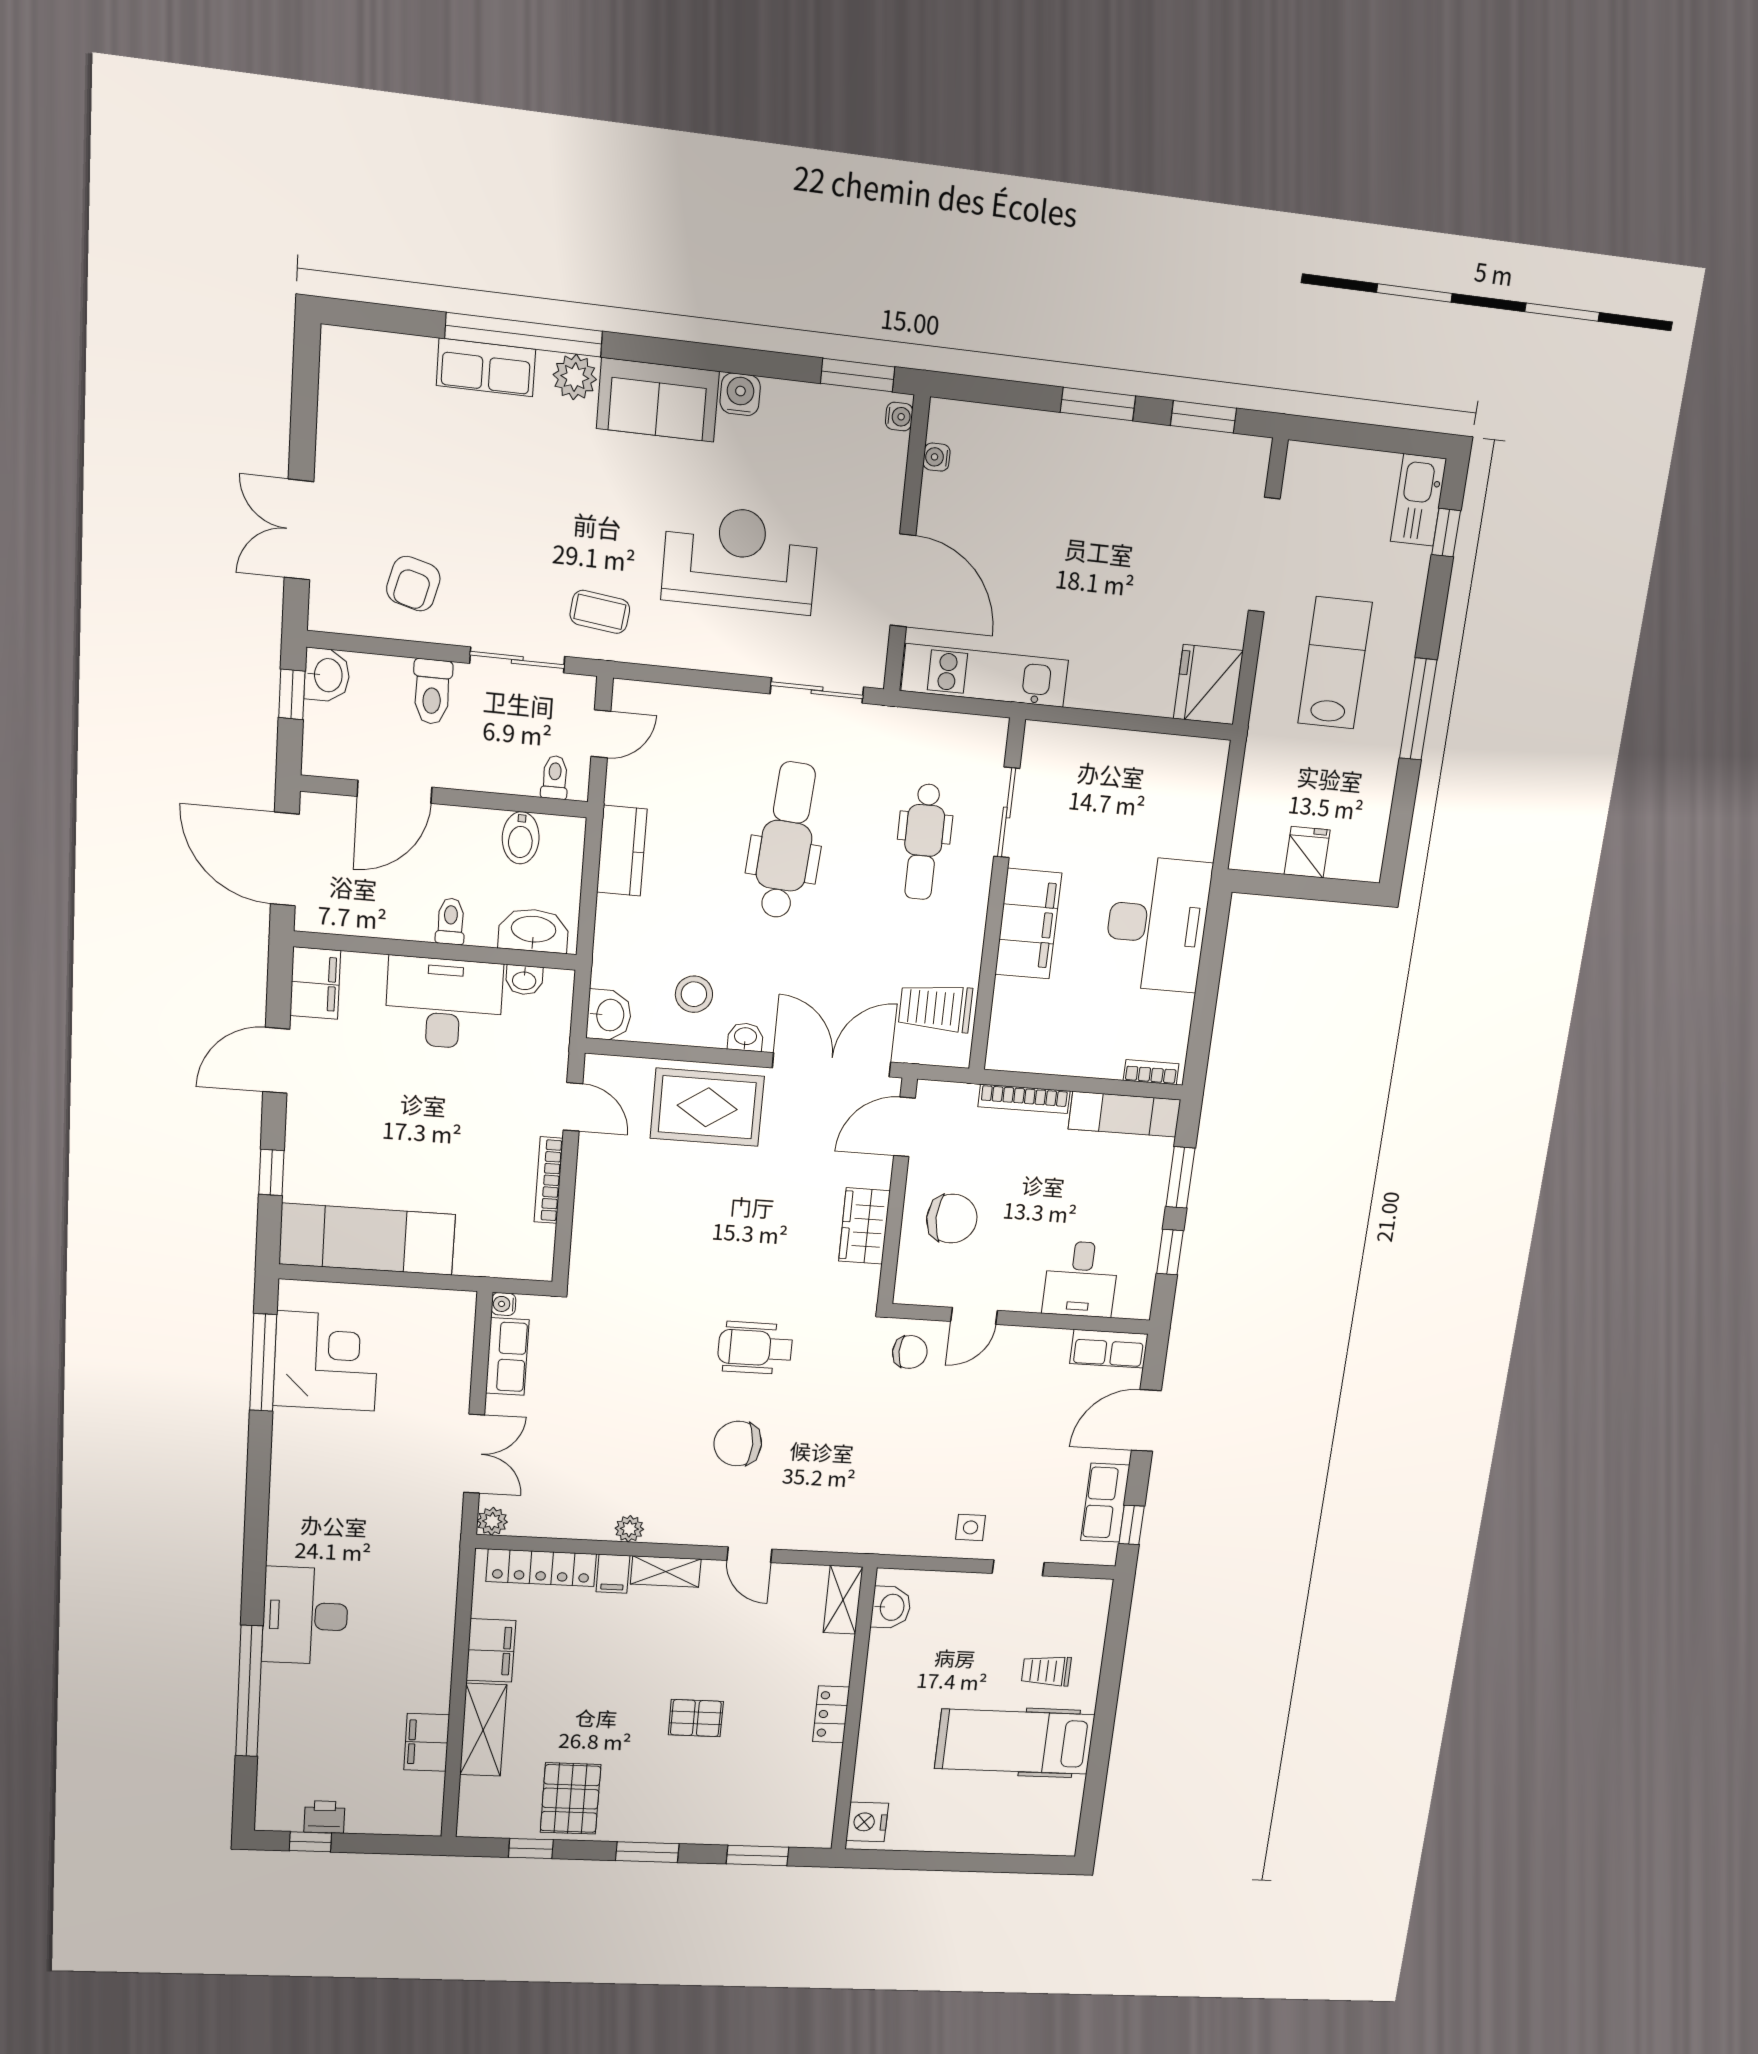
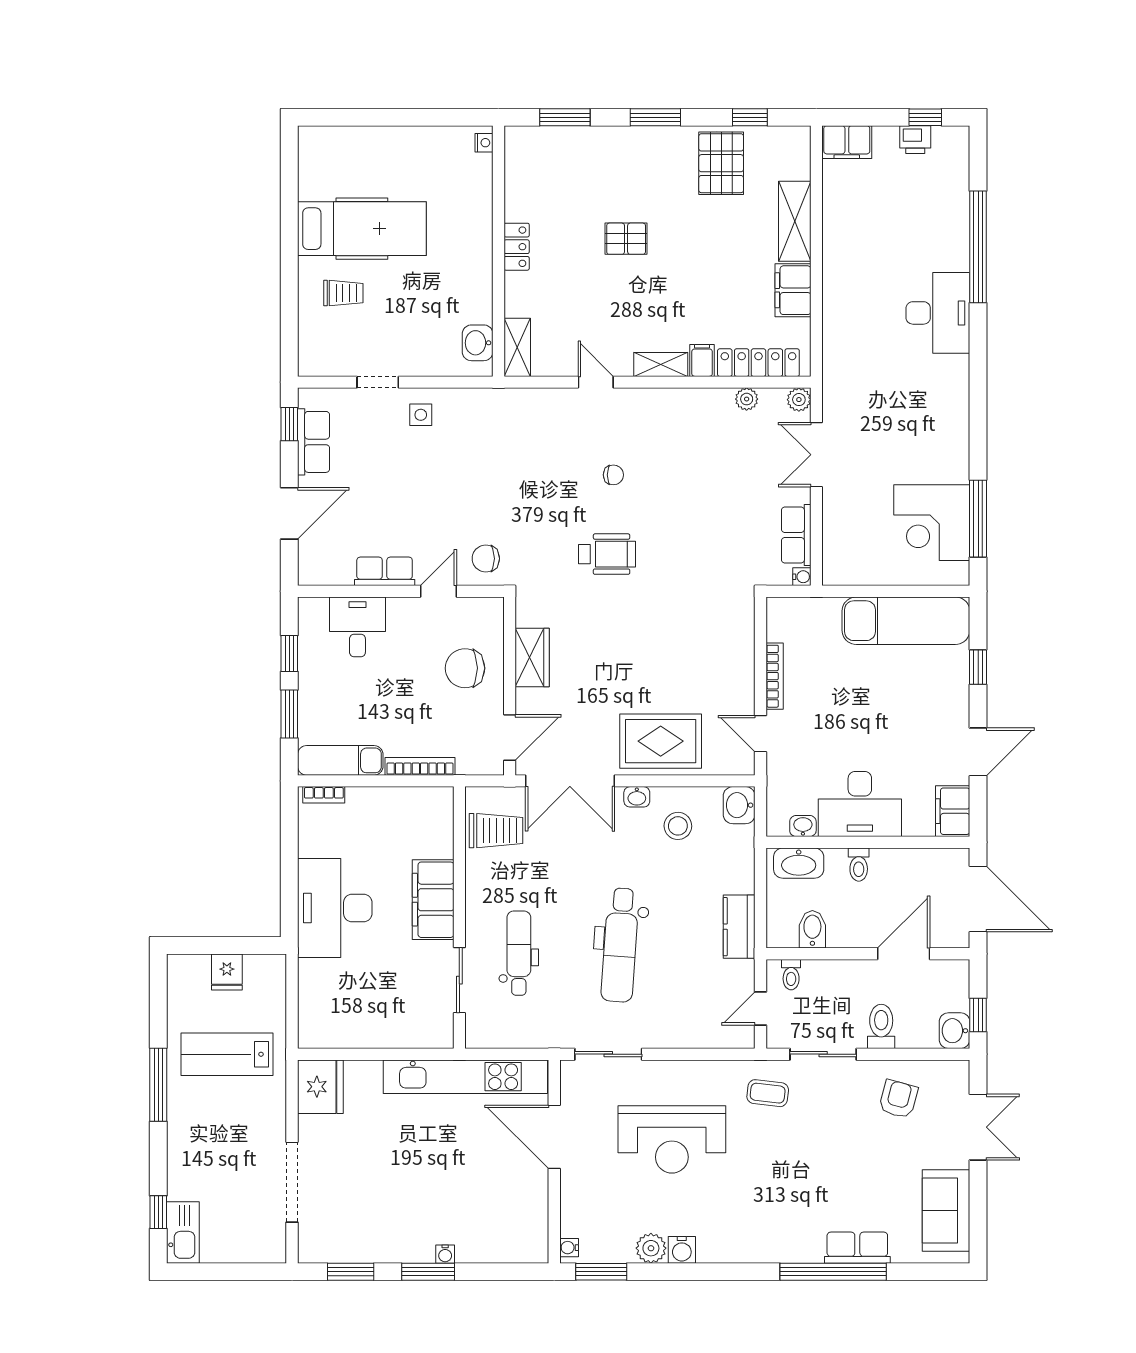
plant: (575, 377) -> (651, 1248), moved
sofa: (658, 400) -> (946, 1211), moved, turned -90
water cooler: (937, 457) -> (445, 1254), moved, turned 90
lab bench: (1335, 663) -> (227, 1054), moved, turned 90
kitchen unit: (985, 675) -> (465, 1077), width x1.36
row of seats: (1109, 1349) -> (385, 571), moved
chair: (738, 1444) -> (613, 475), width x0.54, depth x0.54
plant: (629, 1529) -> (747, 399), moved
filing cabinet: (427, 1742) -> (847, 142), moved, turned 90
nightstand: (867, 1822) -> (484, 143), width x0.53, depth x0.56

